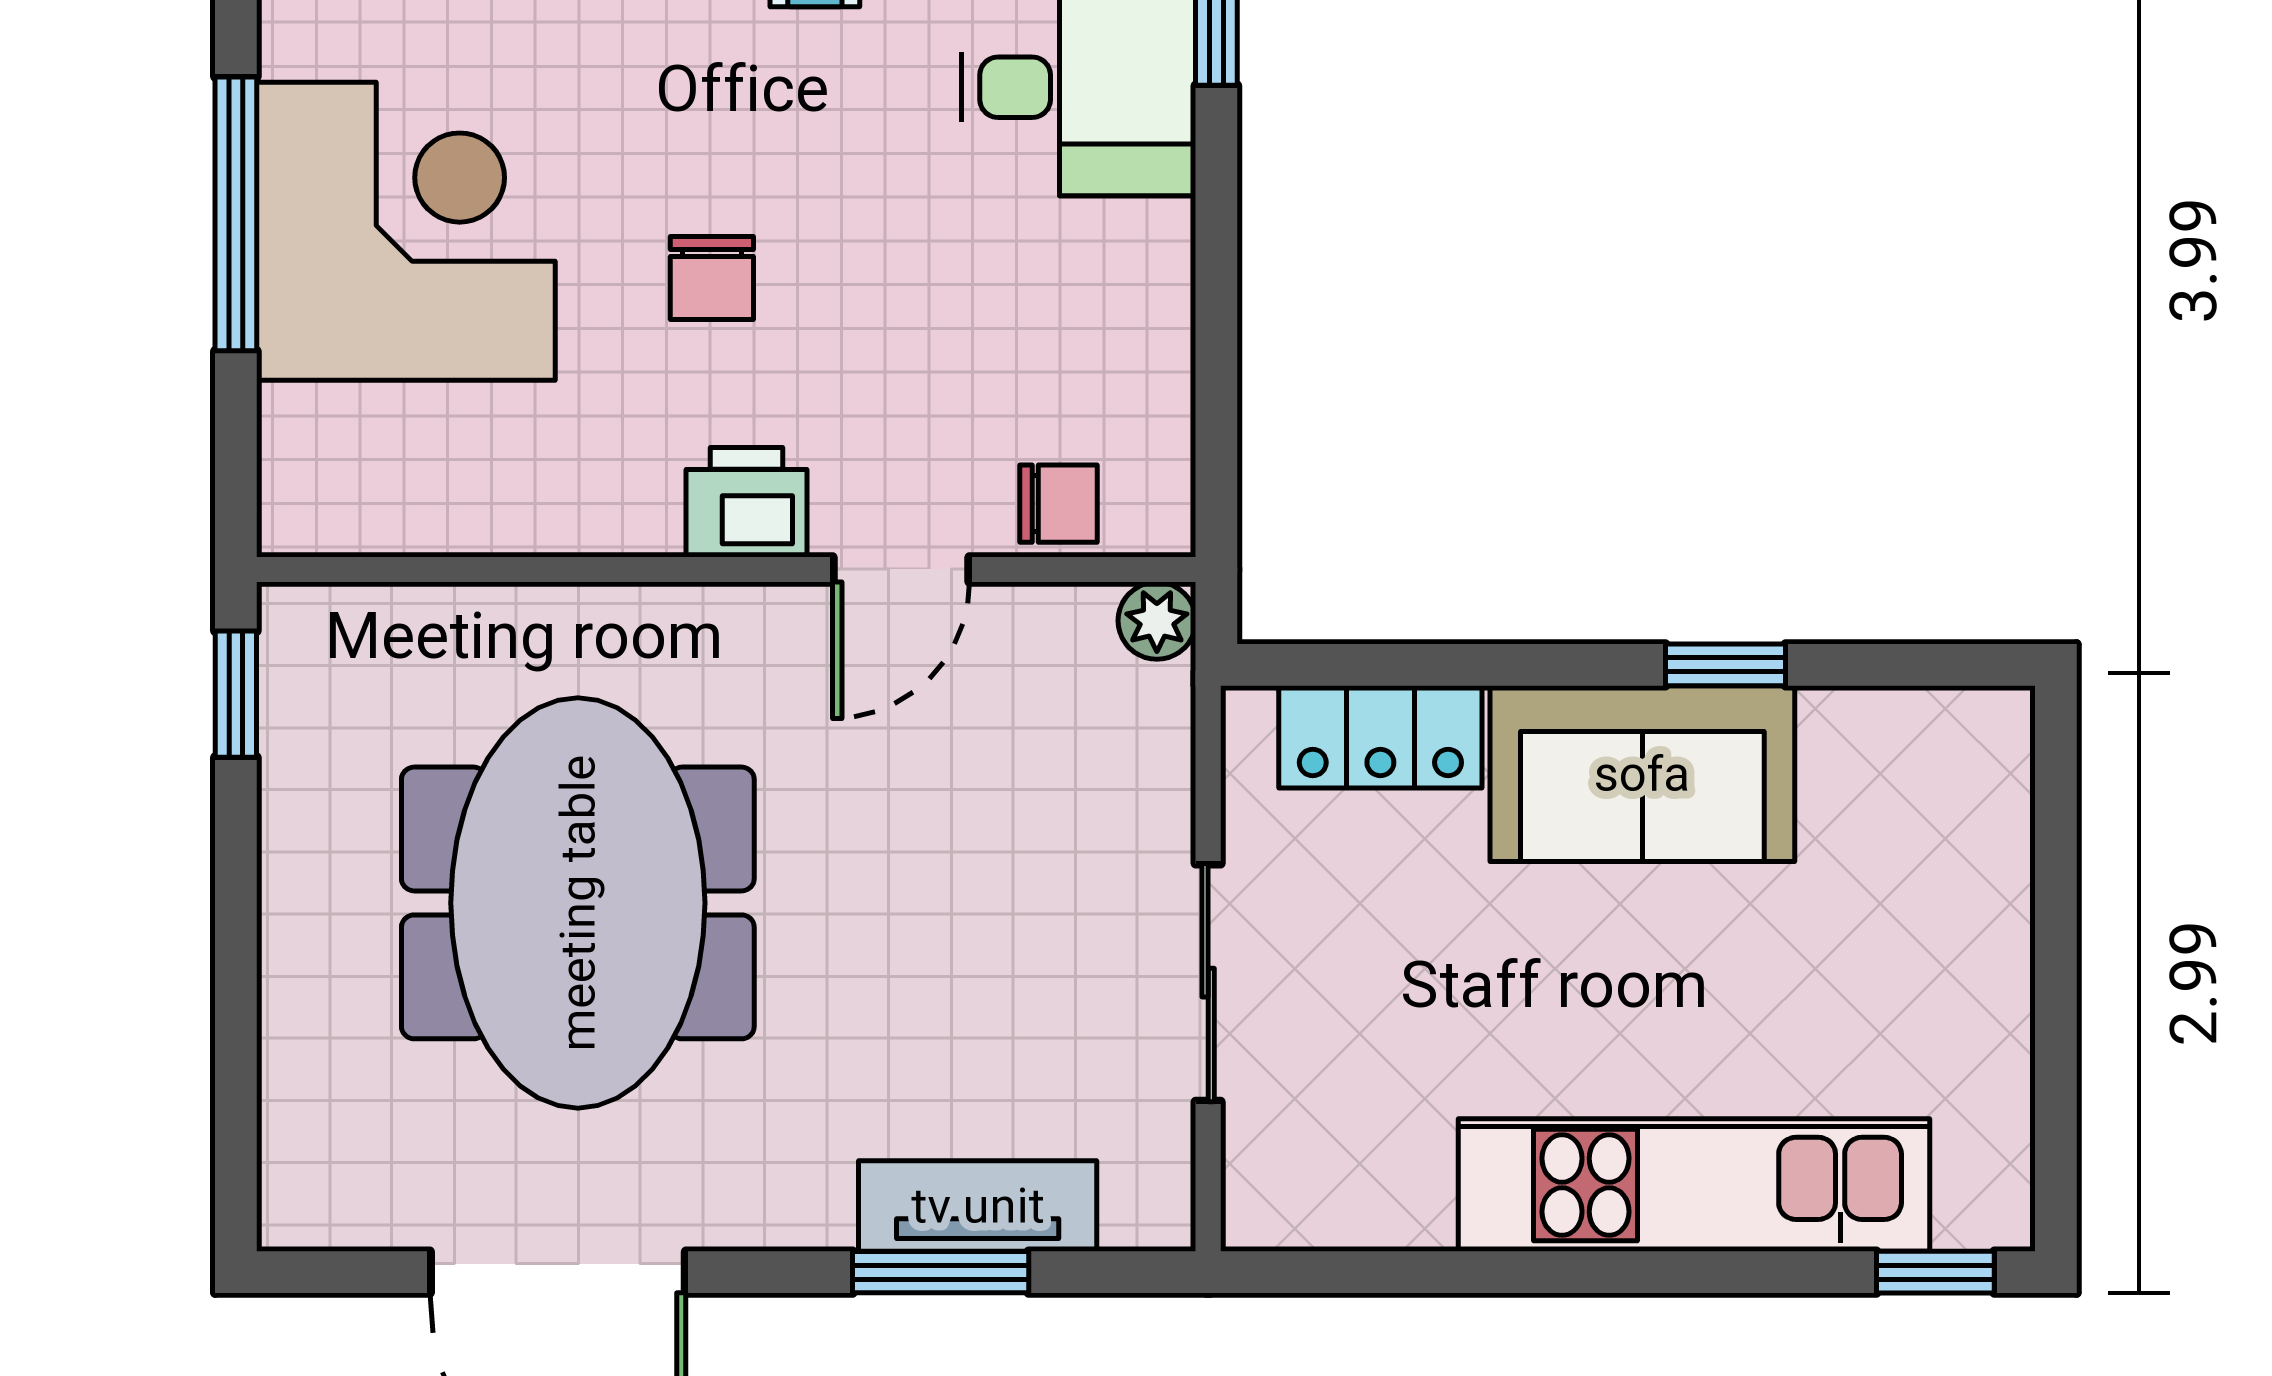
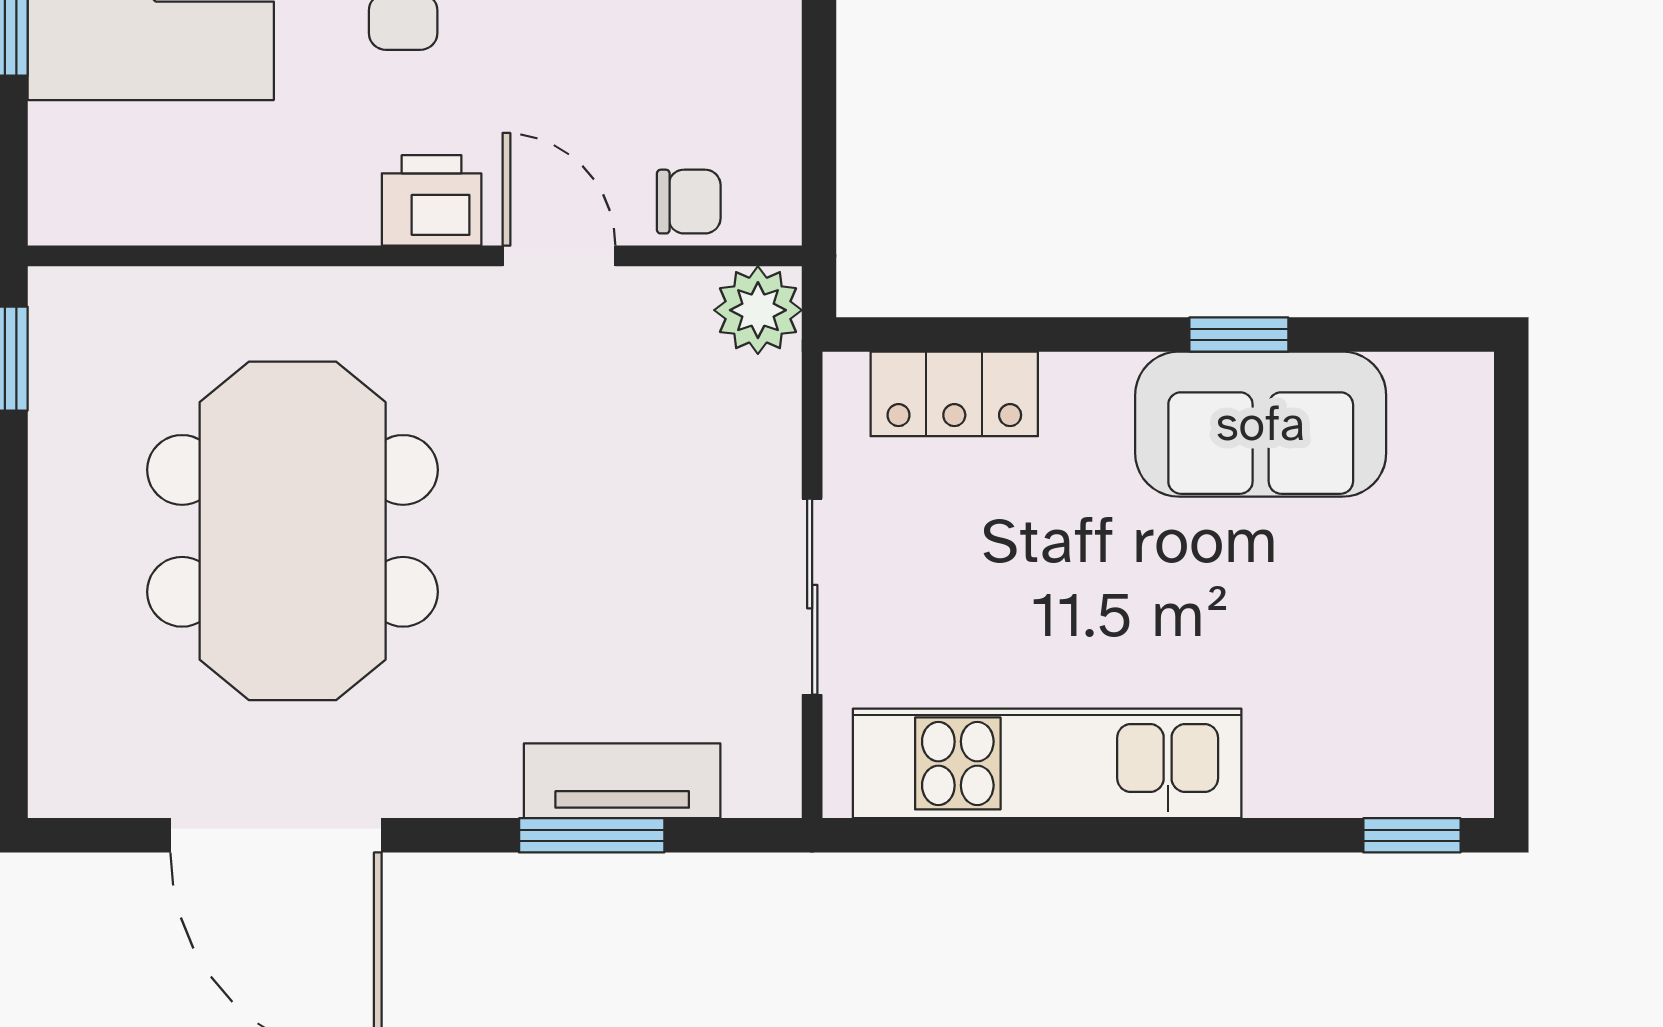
door: (901, 569) -> (559, 256), swing flipped
plant: (1157, 621) -> (758, 310), width x1.38, depth x1.38
sofa: (1642, 774) -> (1261, 424), moved
kitchen unit: (1694, 1185) -> (1047, 763), moved

